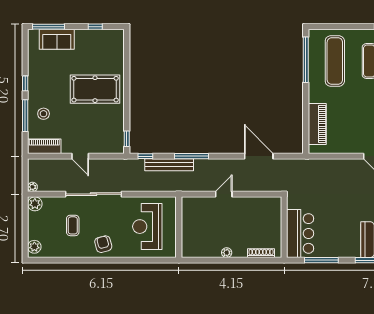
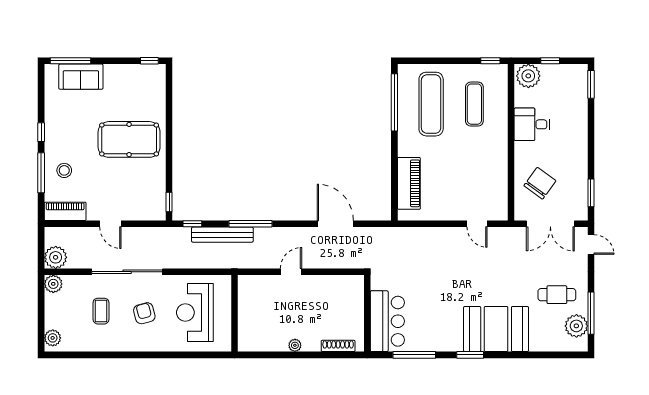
window: (95, 27) -> (149, 61), moved
plant: (32, 187) -> (56, 257), width x1.88, depth x1.88
armchair: (103, 244) -> (144, 313), moved

